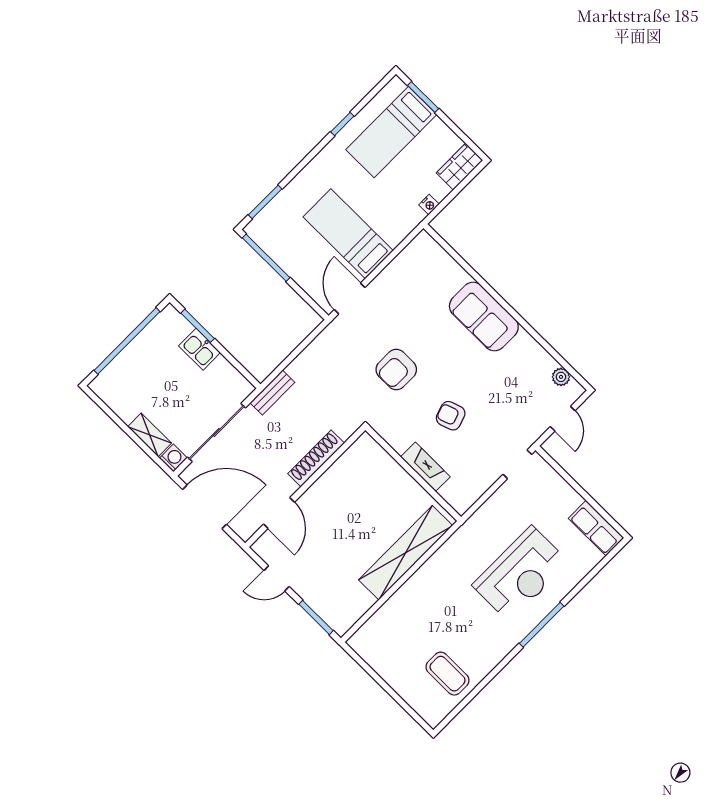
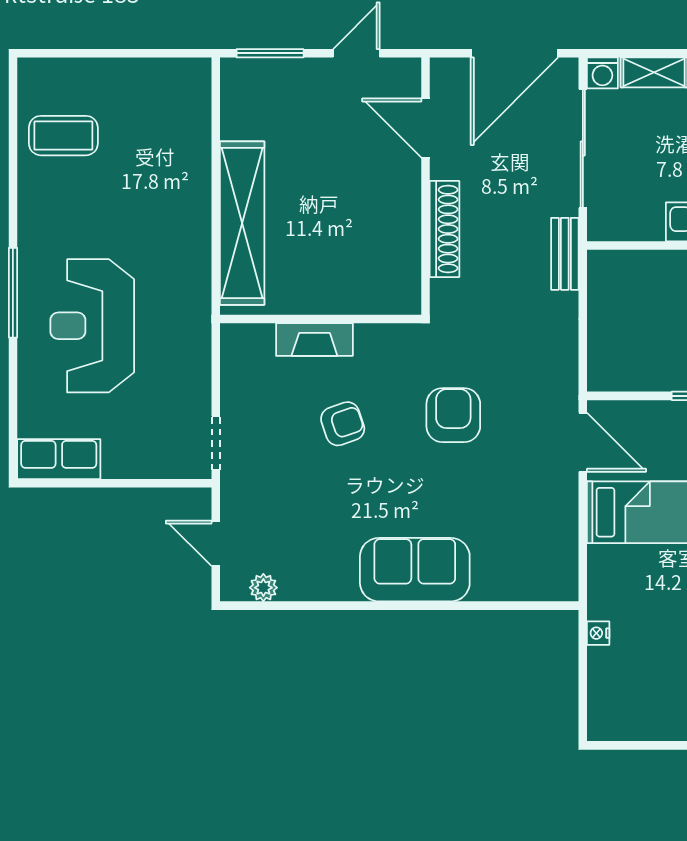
wardrobe: (460, 167) -> (606, 708), removed

